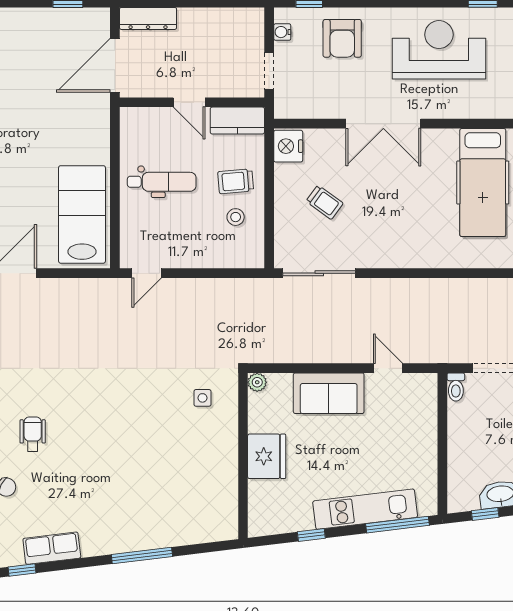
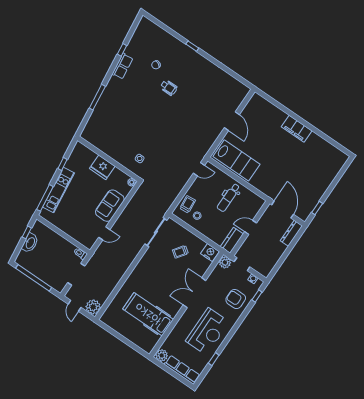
plant: (287, 105) -> (225, 262), added
trolley: (236, 181) -> (188, 204), moved
door: (147, 273) -> (199, 169), swing flipped

